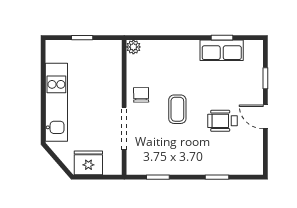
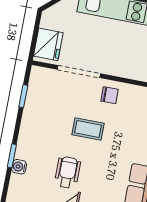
fridge: (88, 163) -> (48, 44), moved
water cooler: (226, 168) -> (19, 167), added

